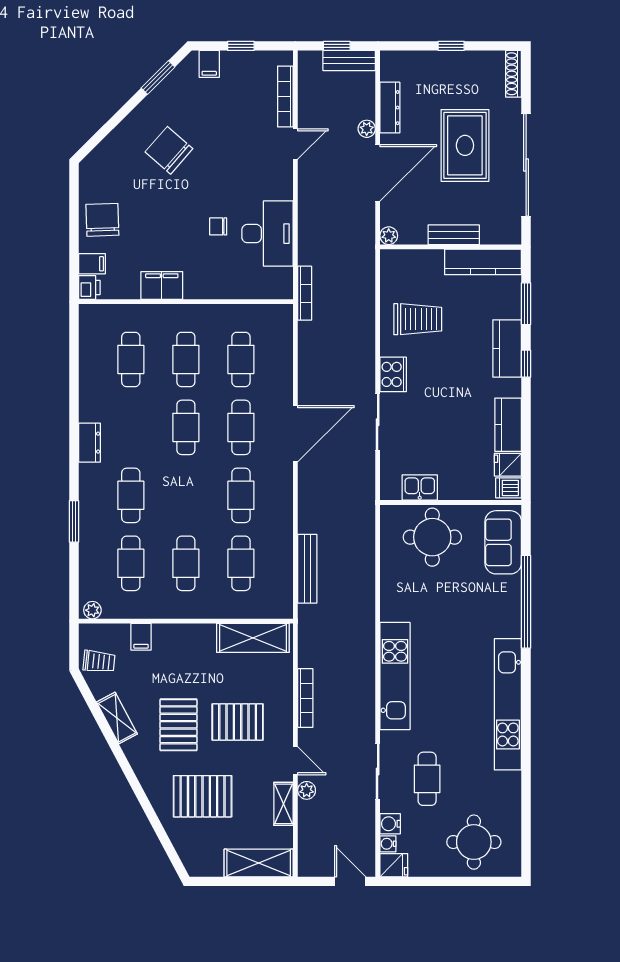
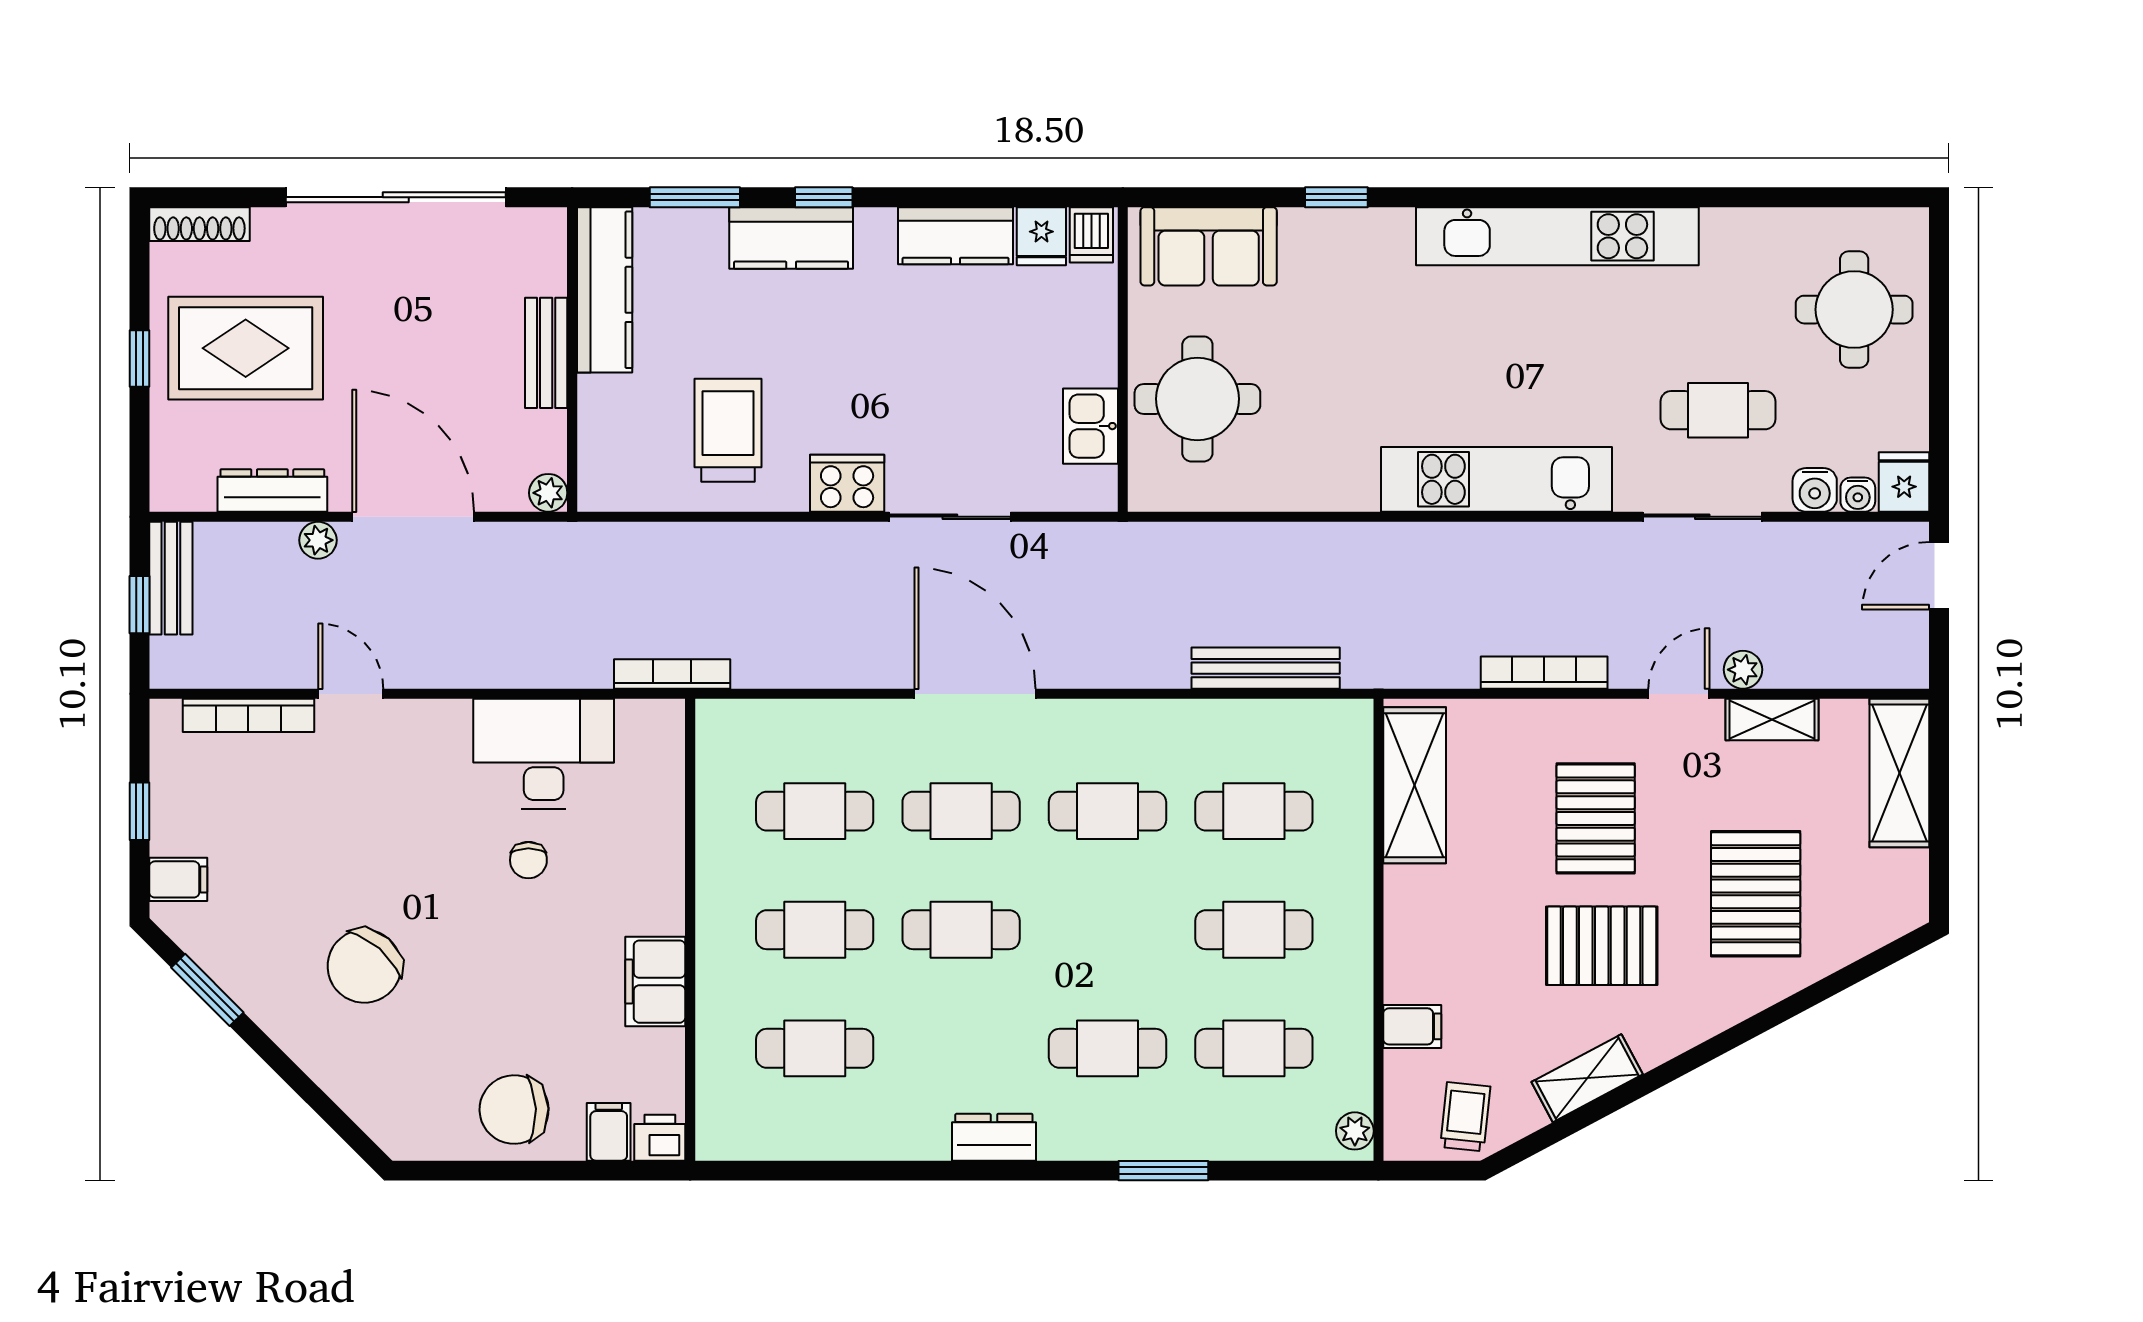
rug: (465, 145) -> (246, 348), moved
window: (526, 602) -> (1336, 197), width x0.32

